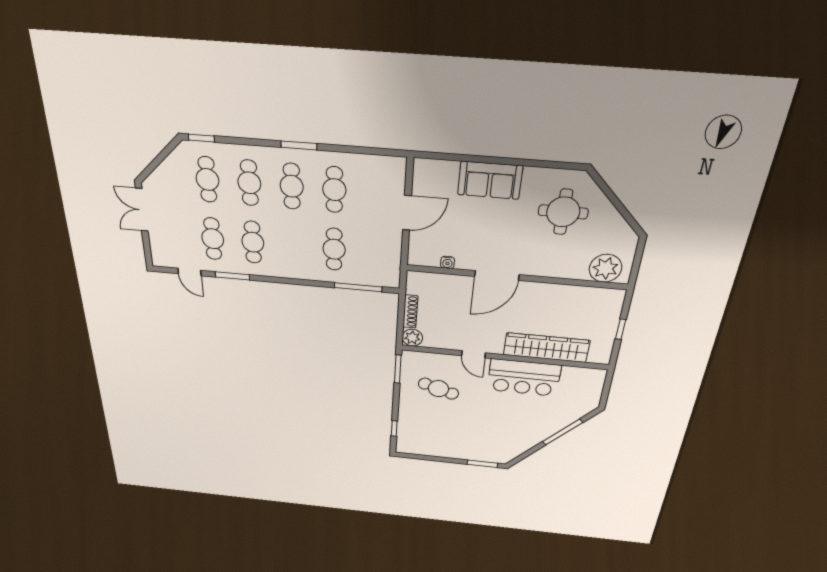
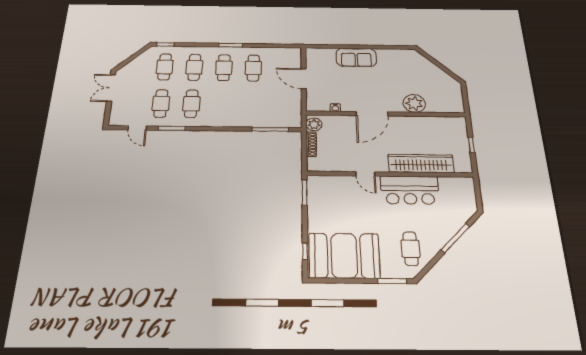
round table: (563, 212) -> (407, 72), removed
door: (407, 213) -> (304, 79), swing flipped
cafe table: (334, 249) -> (252, 104), removed
plant: (605, 268) -> (414, 103), moved
plant: (412, 338) -> (314, 124), moved
cafe table: (438, 389) -> (411, 249), moved, turned 72
booth: (436, 437) -> (344, 256), added

